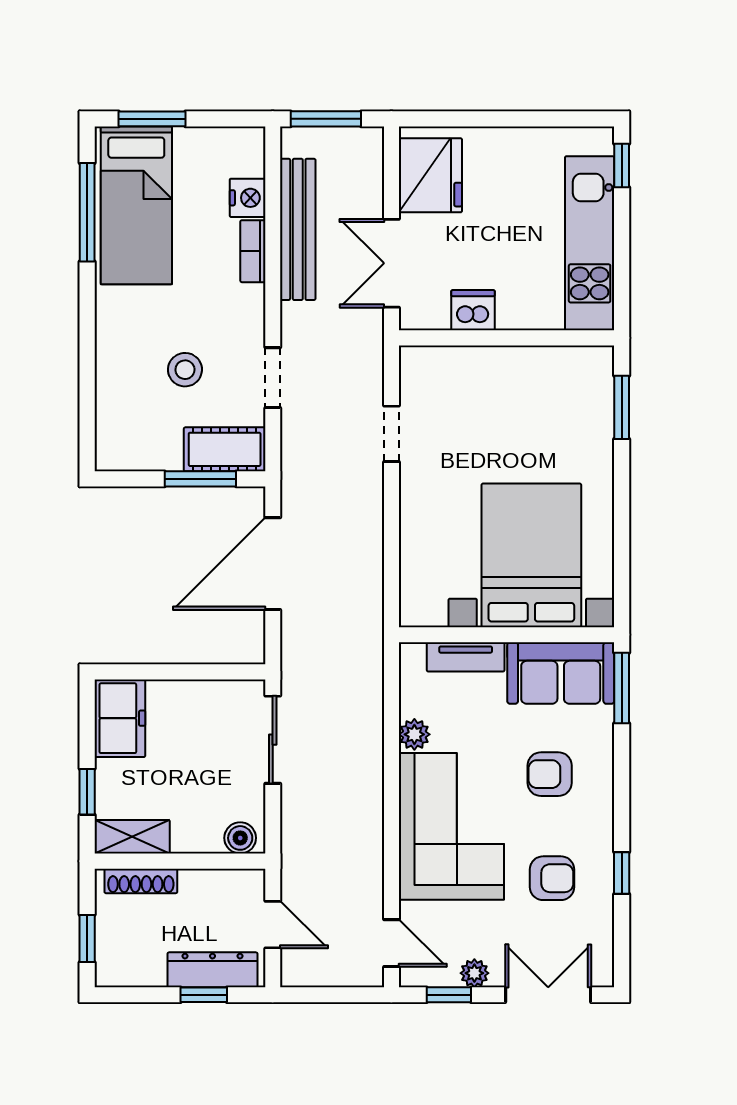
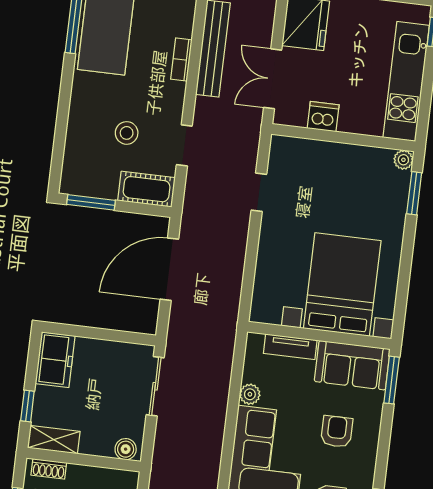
nightstand: (248, 198) -> (182, 24), removed
plant: (600, 360) -> (403, 160), added
window: (200, 479) -> (91, 202), moved
armchair: (550, 774) -> (337, 432), turned 90
shoe rack: (141, 881) -> (49, 469), width x0.70

